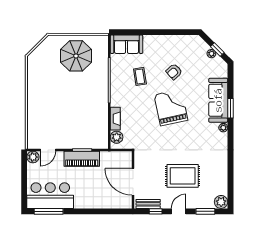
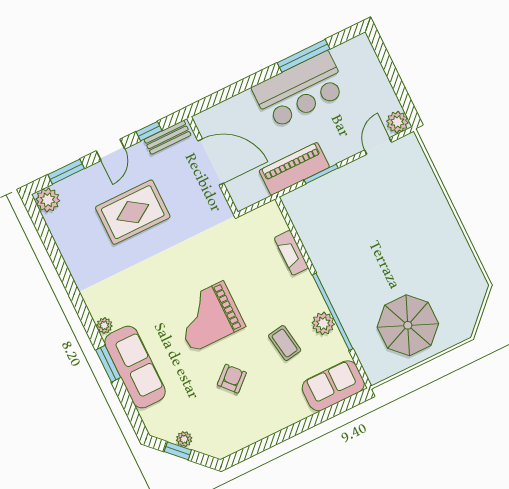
grand piano: (171, 108) -> (208, 316), turned 102
plant: (117, 137) -> (323, 323), moved
piano: (82, 159) -> (294, 169), moved
bar counter: (50, 196) -> (300, 90), moved
window: (49, 211) -> (303, 56), moved

